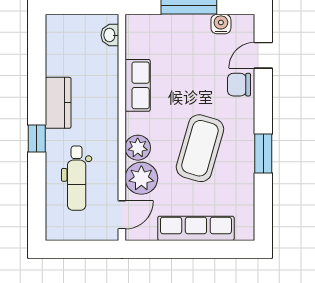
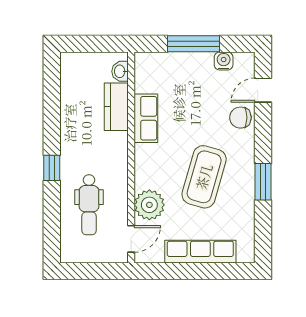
kitchen counter: (58, 103) -> (116, 107), moved, turned 180
plant: (138, 148) -> (146, 176), removed

